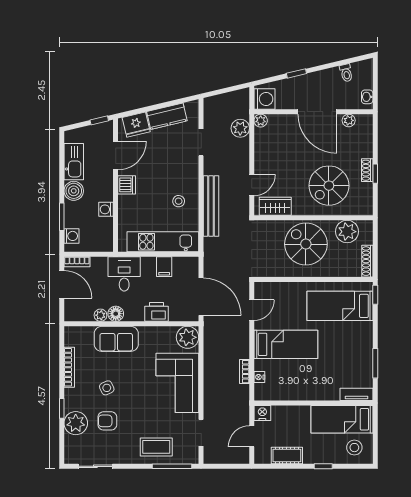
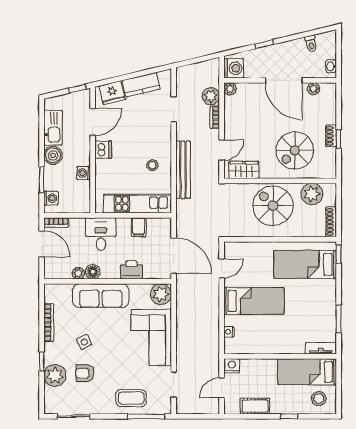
sofa: (116, 339) -> (101, 296), width x1.36
bookcase: (244, 372) -> (215, 117), moved

